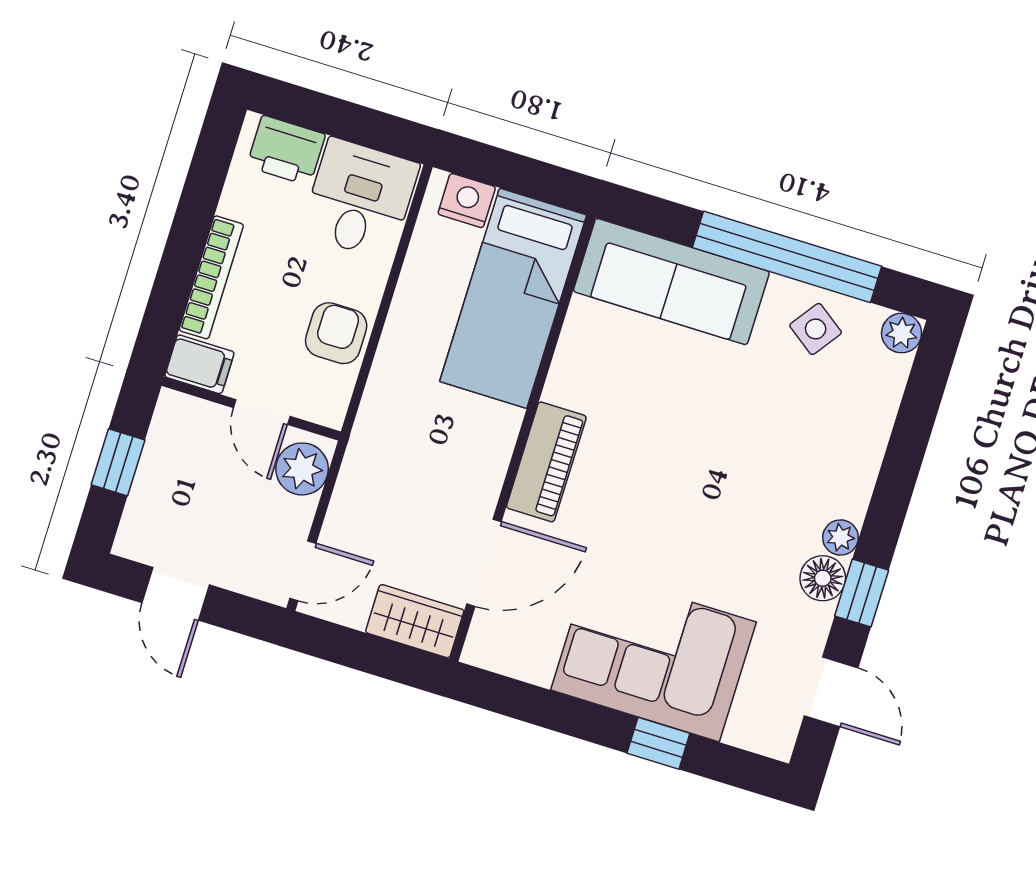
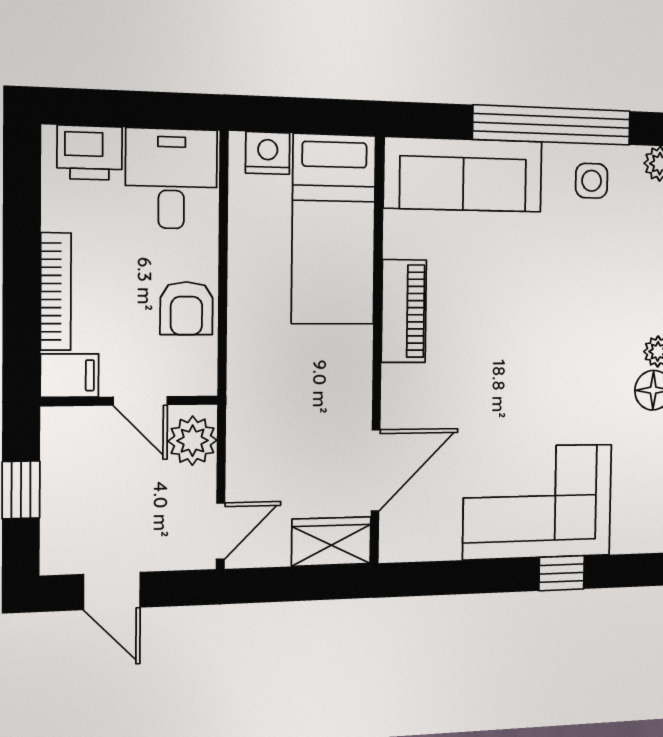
side table: (816, 329) -> (592, 181), turned -36
armchair: (336, 333) -> (186, 308), turned 180
piano: (546, 462) -> (404, 311), moved

